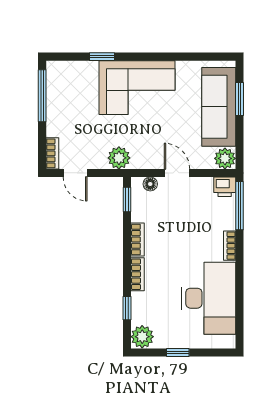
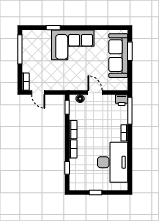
plant: (119, 158) -> (63, 84), removed
plant: (225, 158) -> (122, 84), removed
plant: (142, 337) -> (76, 184), removed

